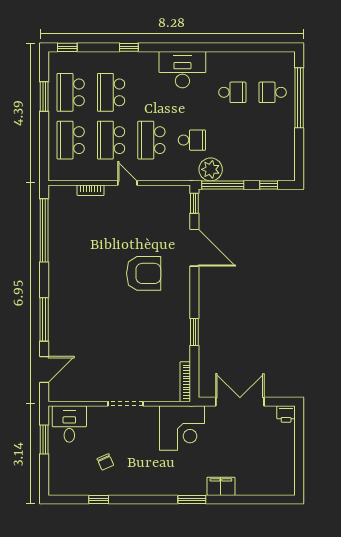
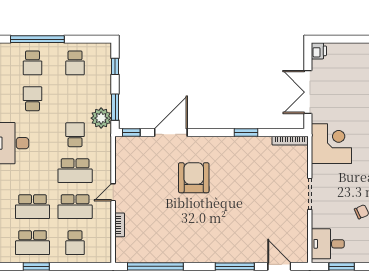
school desk: (71, 140) -> (75, 243), width x0.54
school desk: (273, 140) -> (75, 63), added
window: (223, 185) -> (115, 107), width x0.69

